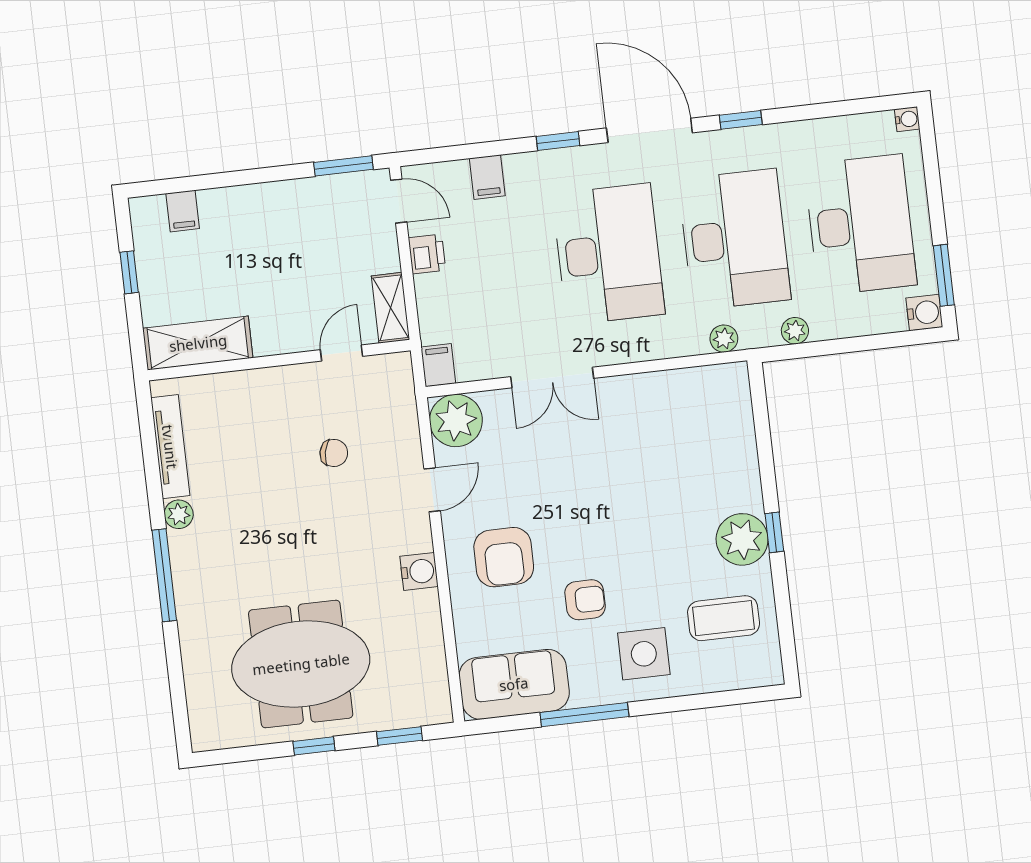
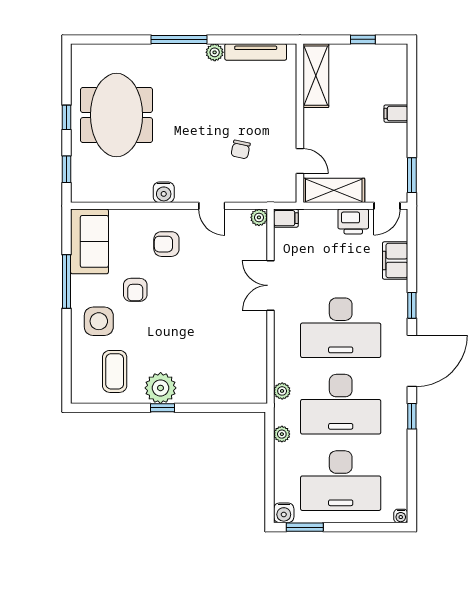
filing cabinet: (487, 177) -> (395, 261), width x2.00
filing cabinet: (183, 211) -> (396, 114), moved
printer: (427, 254) -> (353, 221), width x1.36, depth x1.24
shelving: (390, 308) -> (334, 190), width x1.50, depth x1.33
plant: (456, 420) -> (259, 217), width x0.53, depth x0.53
armchair: (504, 557) -> (166, 244), width x0.72, depth x0.72

